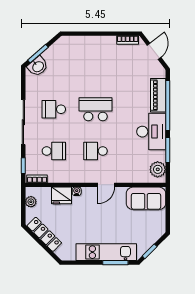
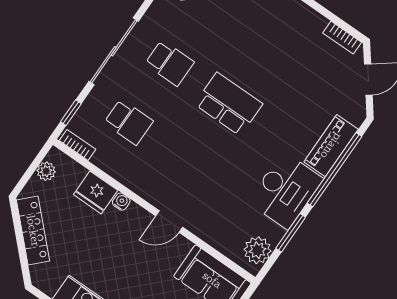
school desk: (54, 109) -> (170, 63), turned 180
school desk: (96, 151) -> (188, 163), removed

